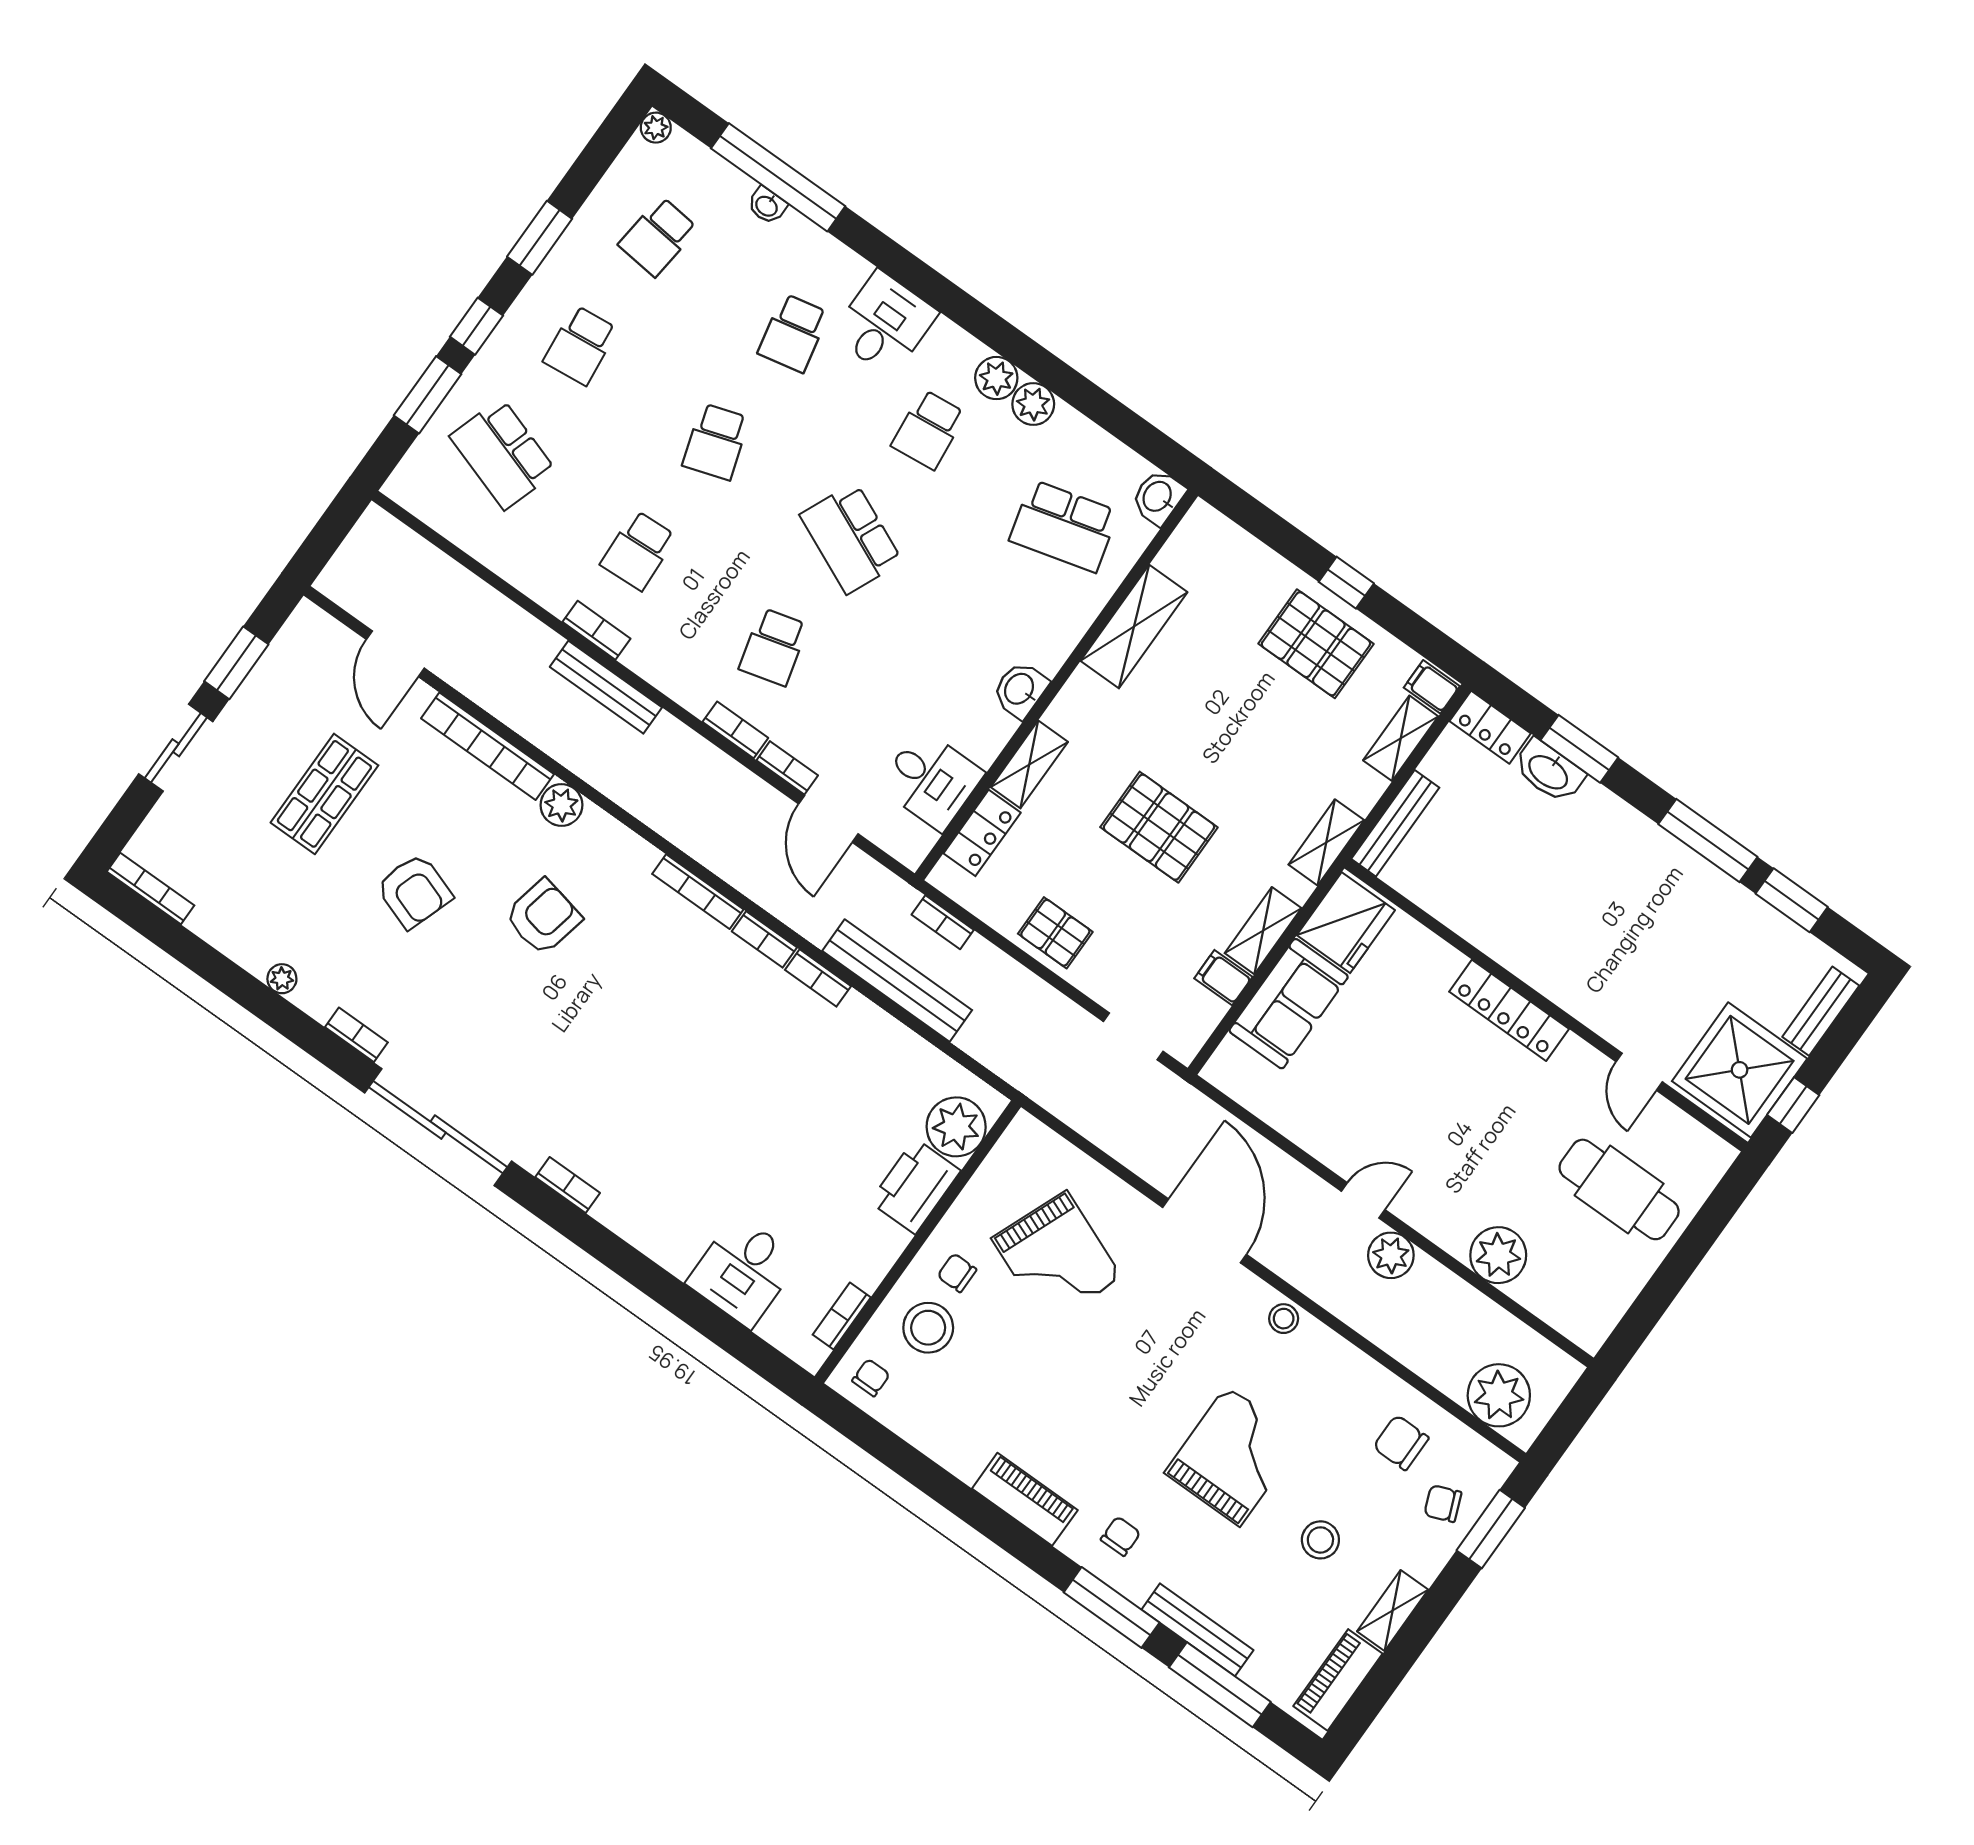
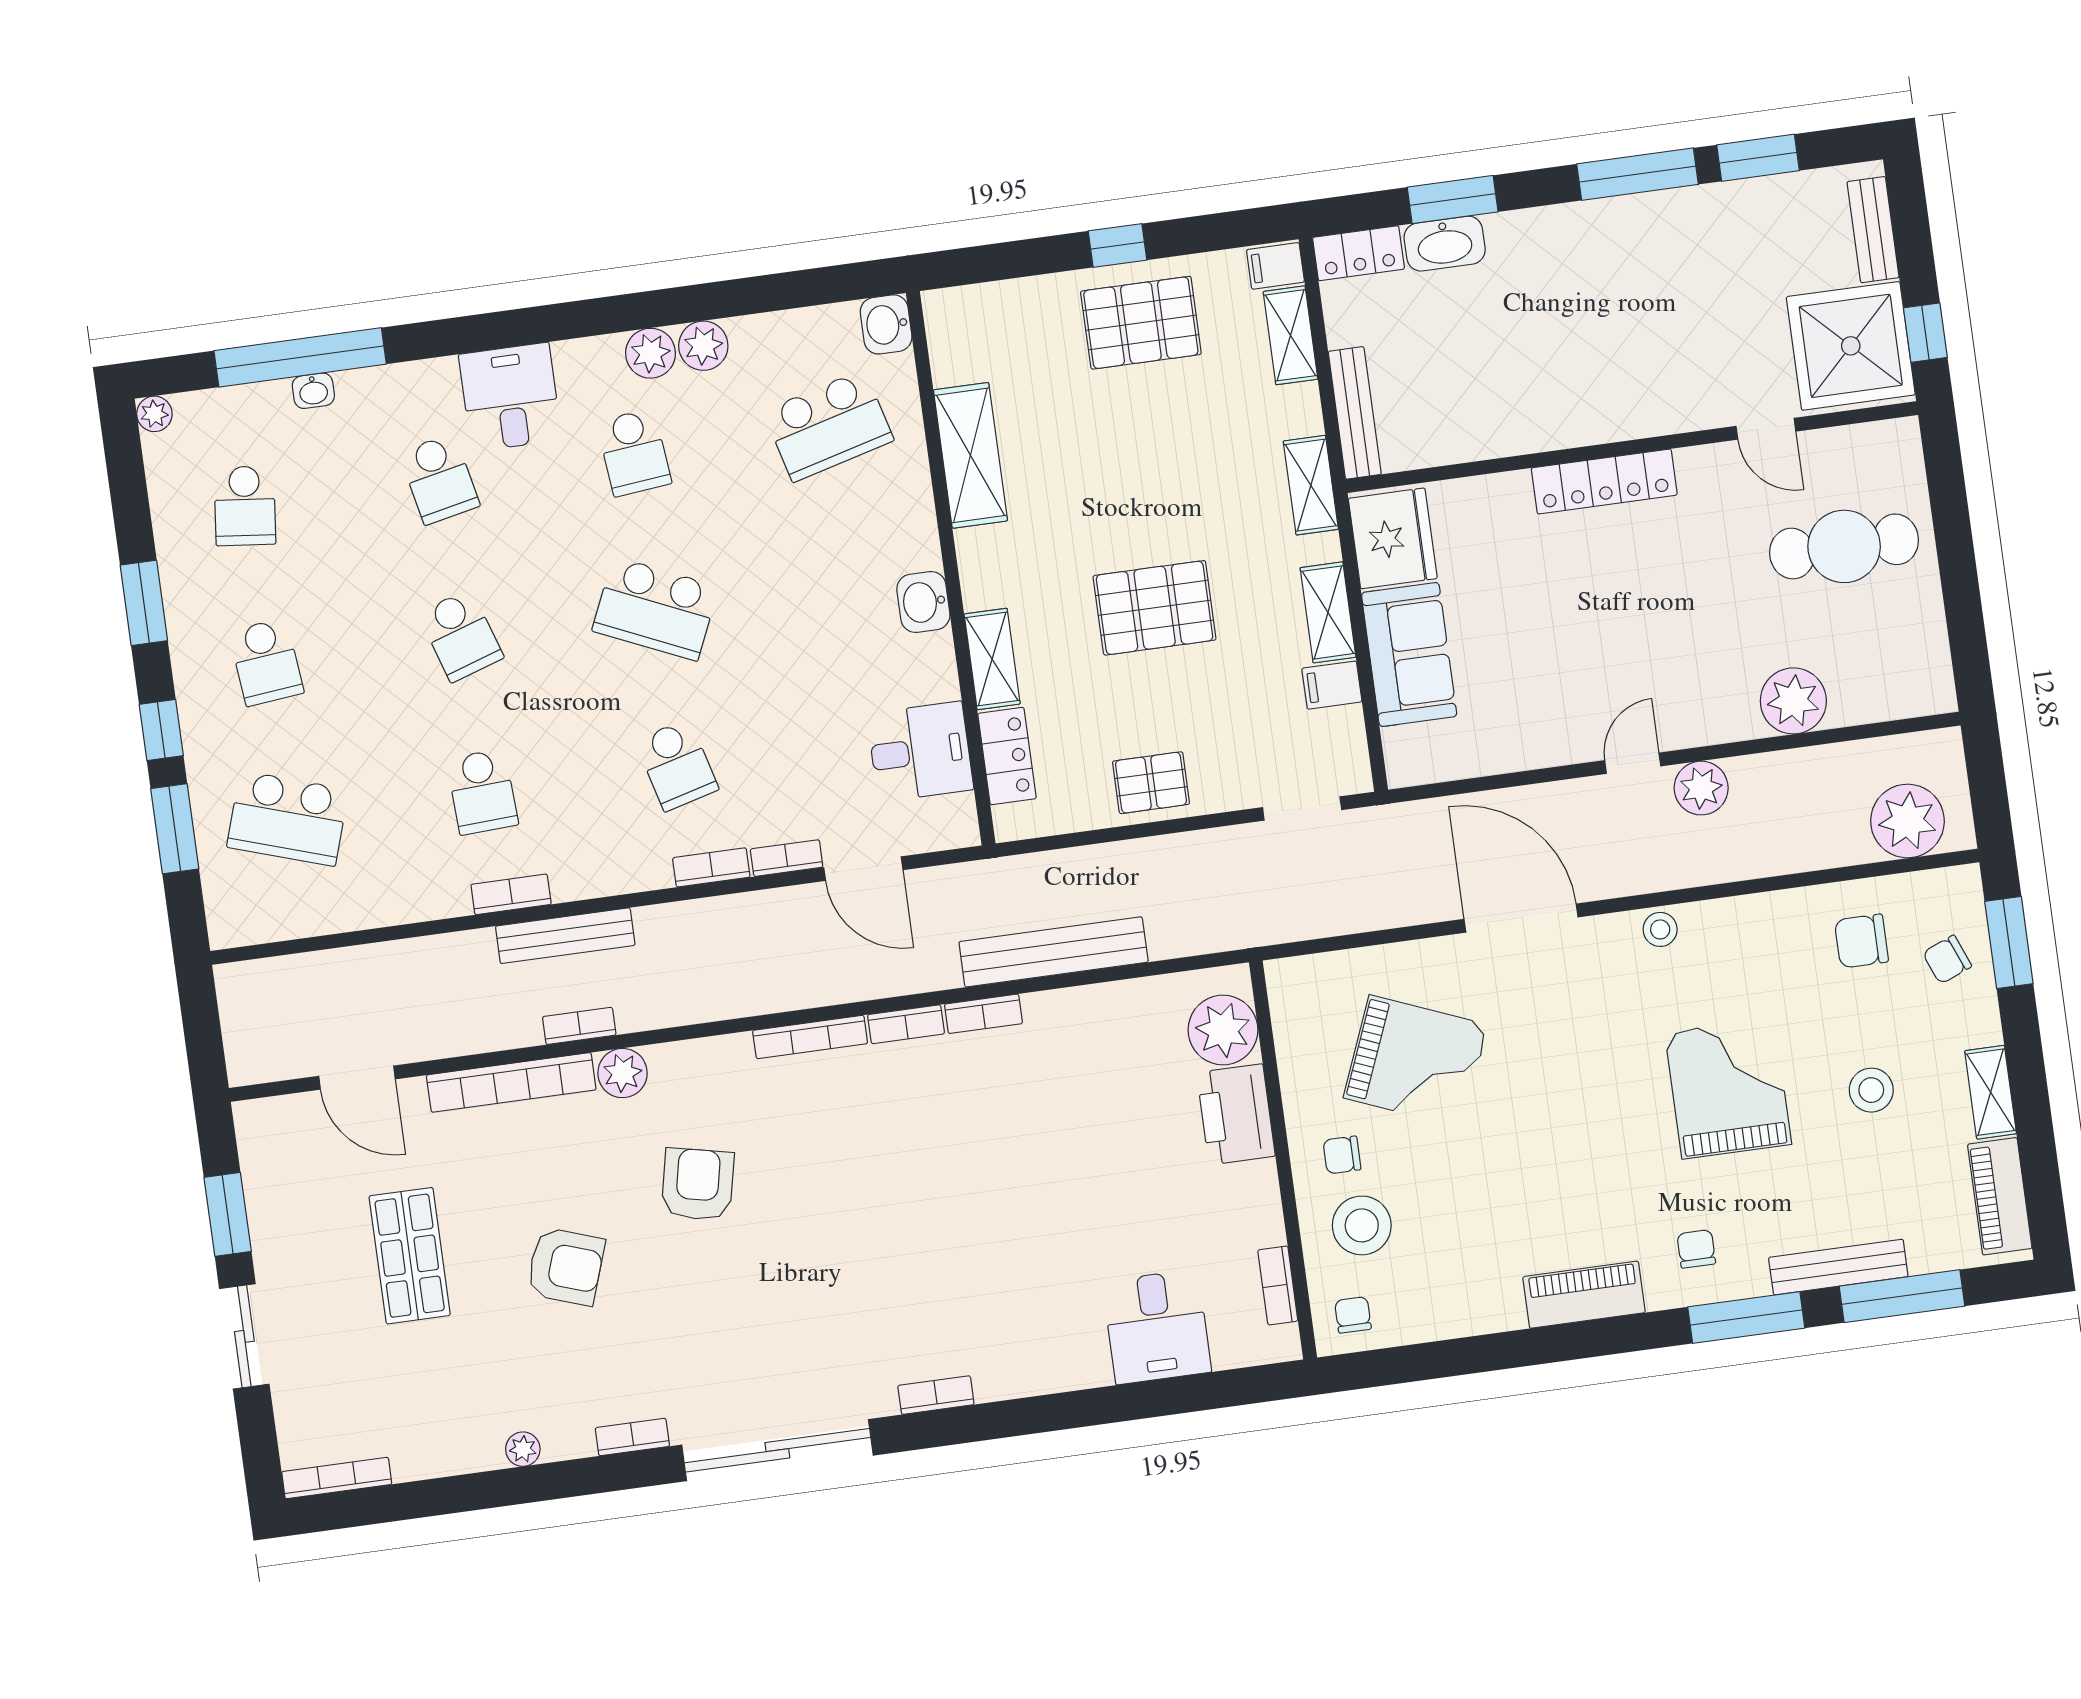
bookcase: (943, 922) -> (579, 1026), moved, turned 180

